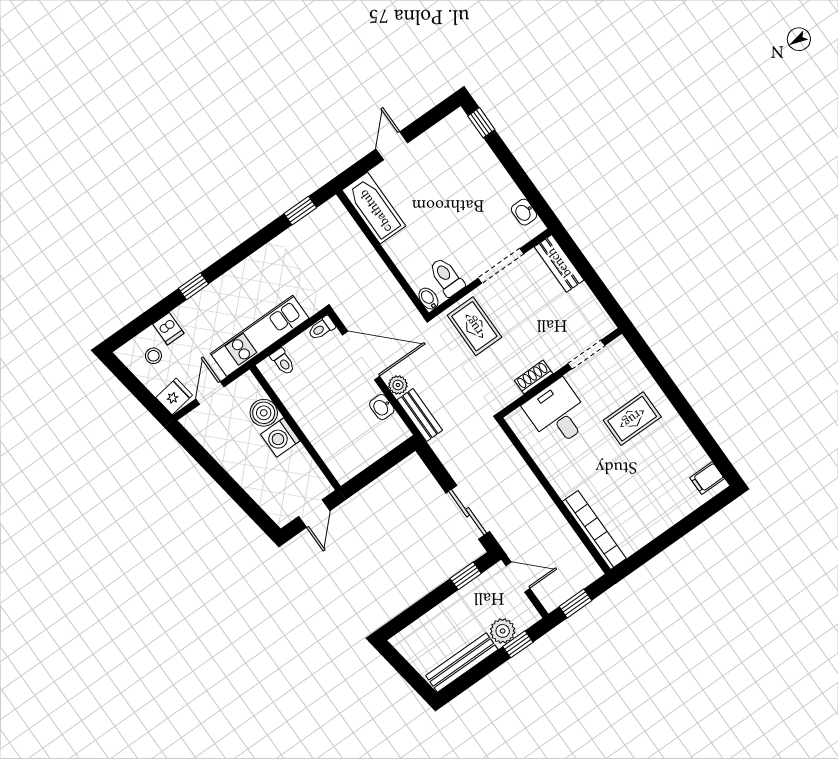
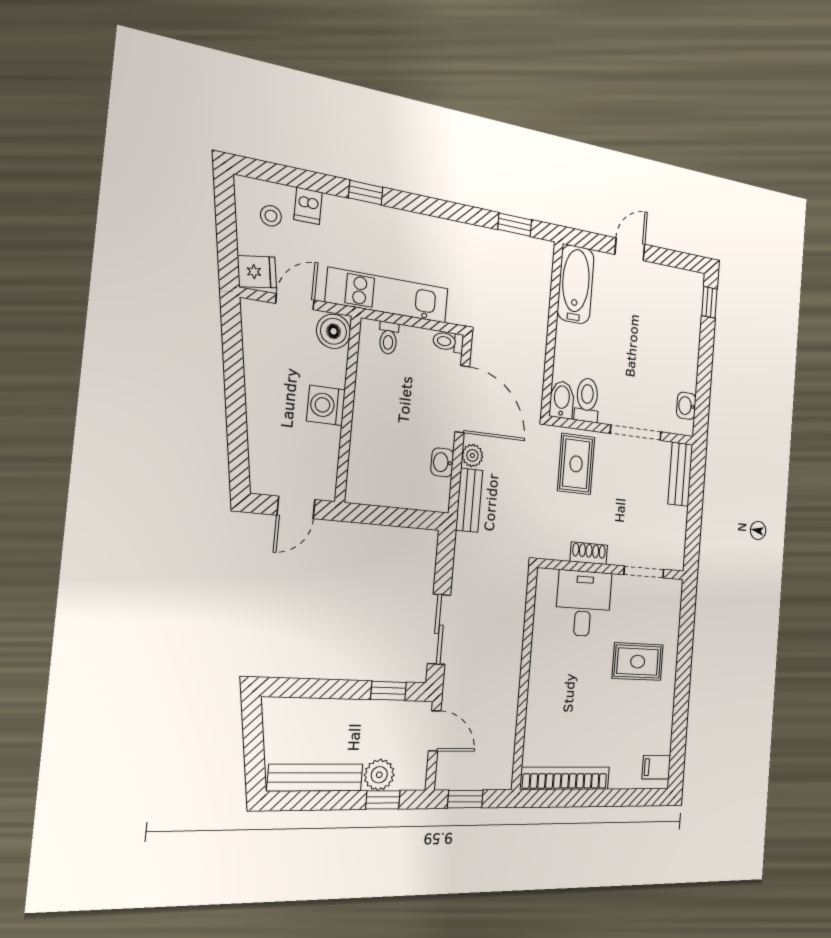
bidet: (428, 299) -> (562, 400), width x1.38, depth x1.36
boiler: (264, 413) -> (334, 331), moved
bookcase: (594, 530) -> (565, 778), moved, turned -90

